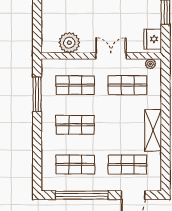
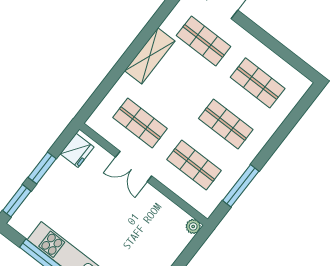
plant: (69, 43) -> (193, 226), moved, width x0.53, depth x0.53
plant: (150, 64) -> (99, 127), removed
window: (82, 195) -> (275, 46), removed

